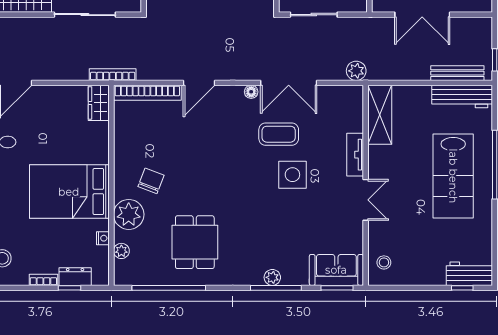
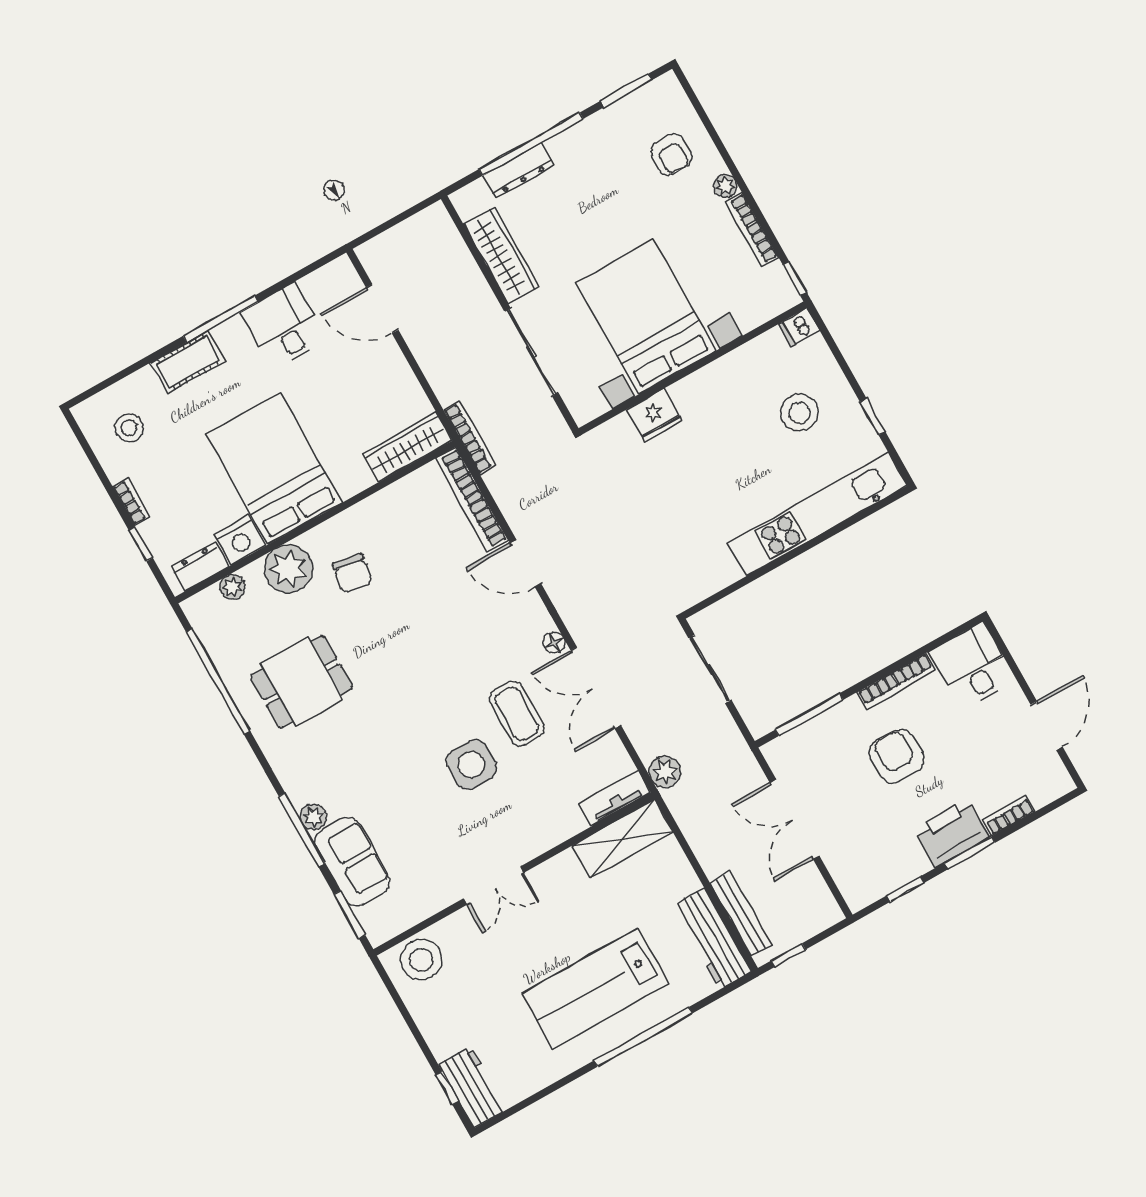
wardrobe: (99, 103) -> (407, 447), width x1.50
tv unit: (355, 155) -> (615, 798), moved
chair: (151, 181) -> (352, 573), turned 78
nightstand: (103, 238) -> (240, 540), width x1.89, depth x1.79
stool: (384, 262) -> (421, 960), width x1.89, depth x1.89
sofa: (336, 270) -> (352, 862), moved
dresser: (75, 277) -> (200, 566), moved, turned -90

